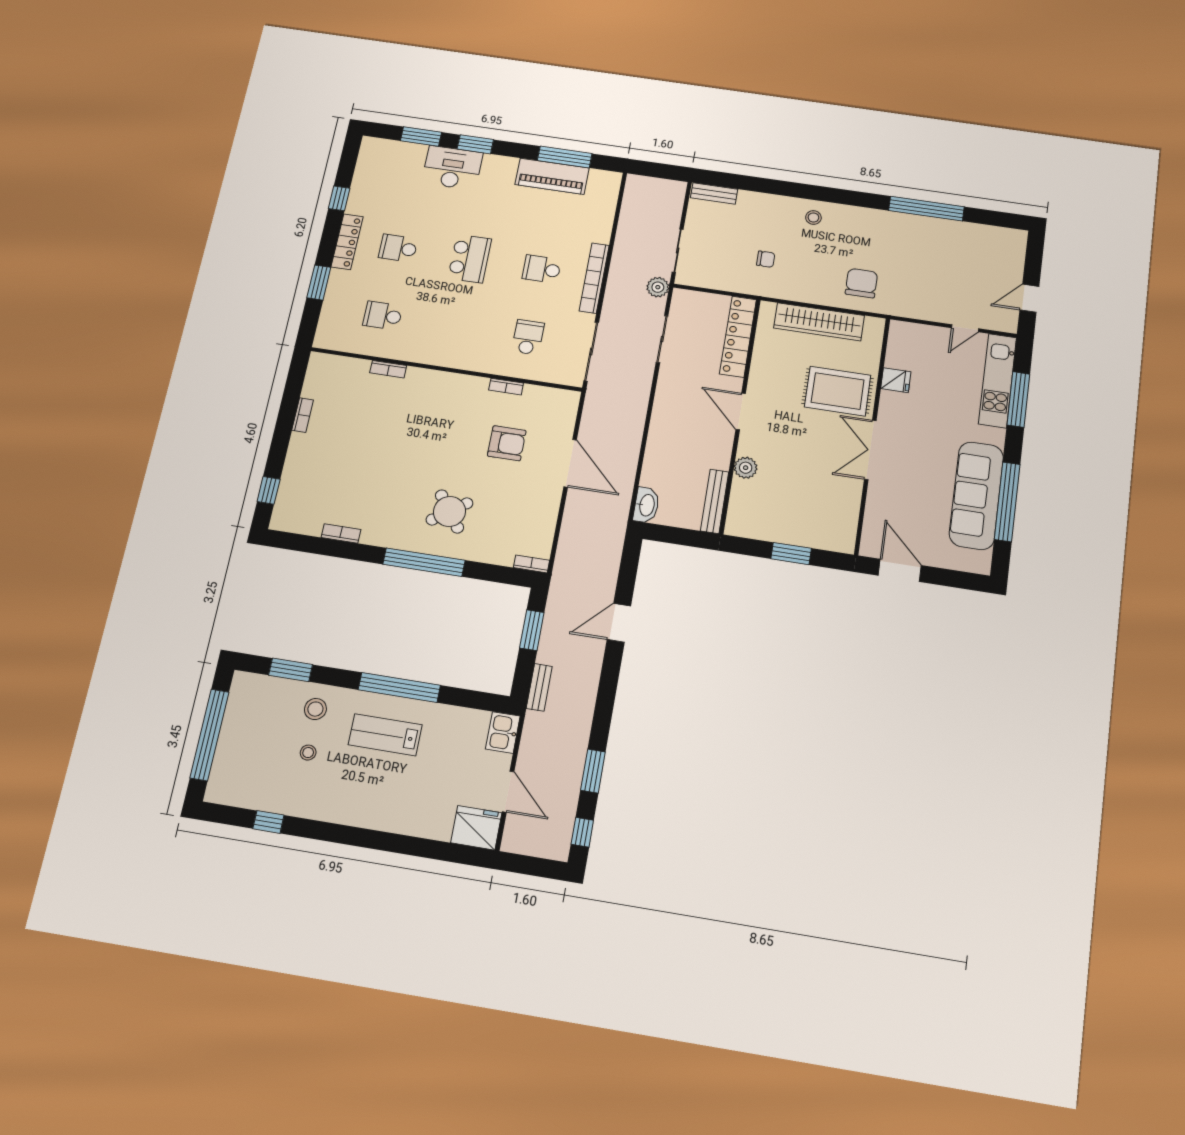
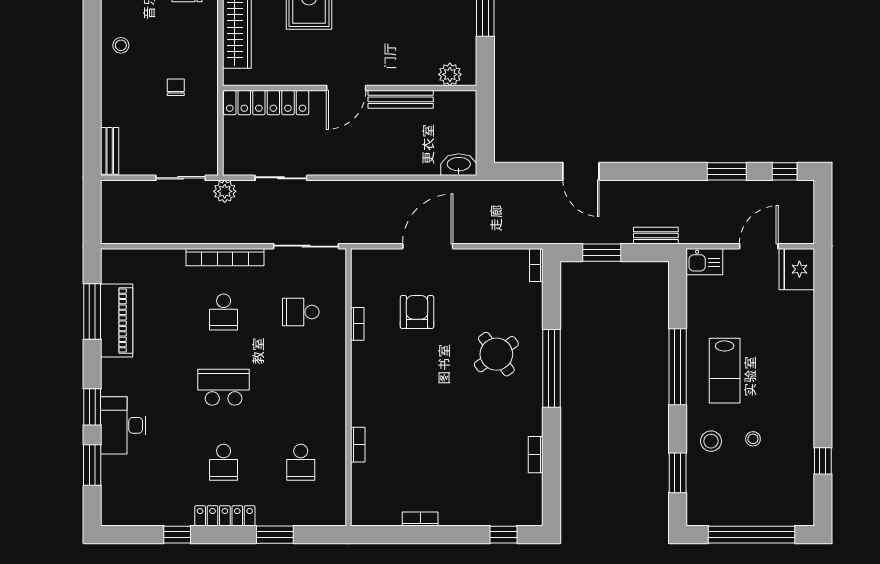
plant: (746, 468) -> (450, 74), moved
bench: (715, 501) -> (401, 99), moved

